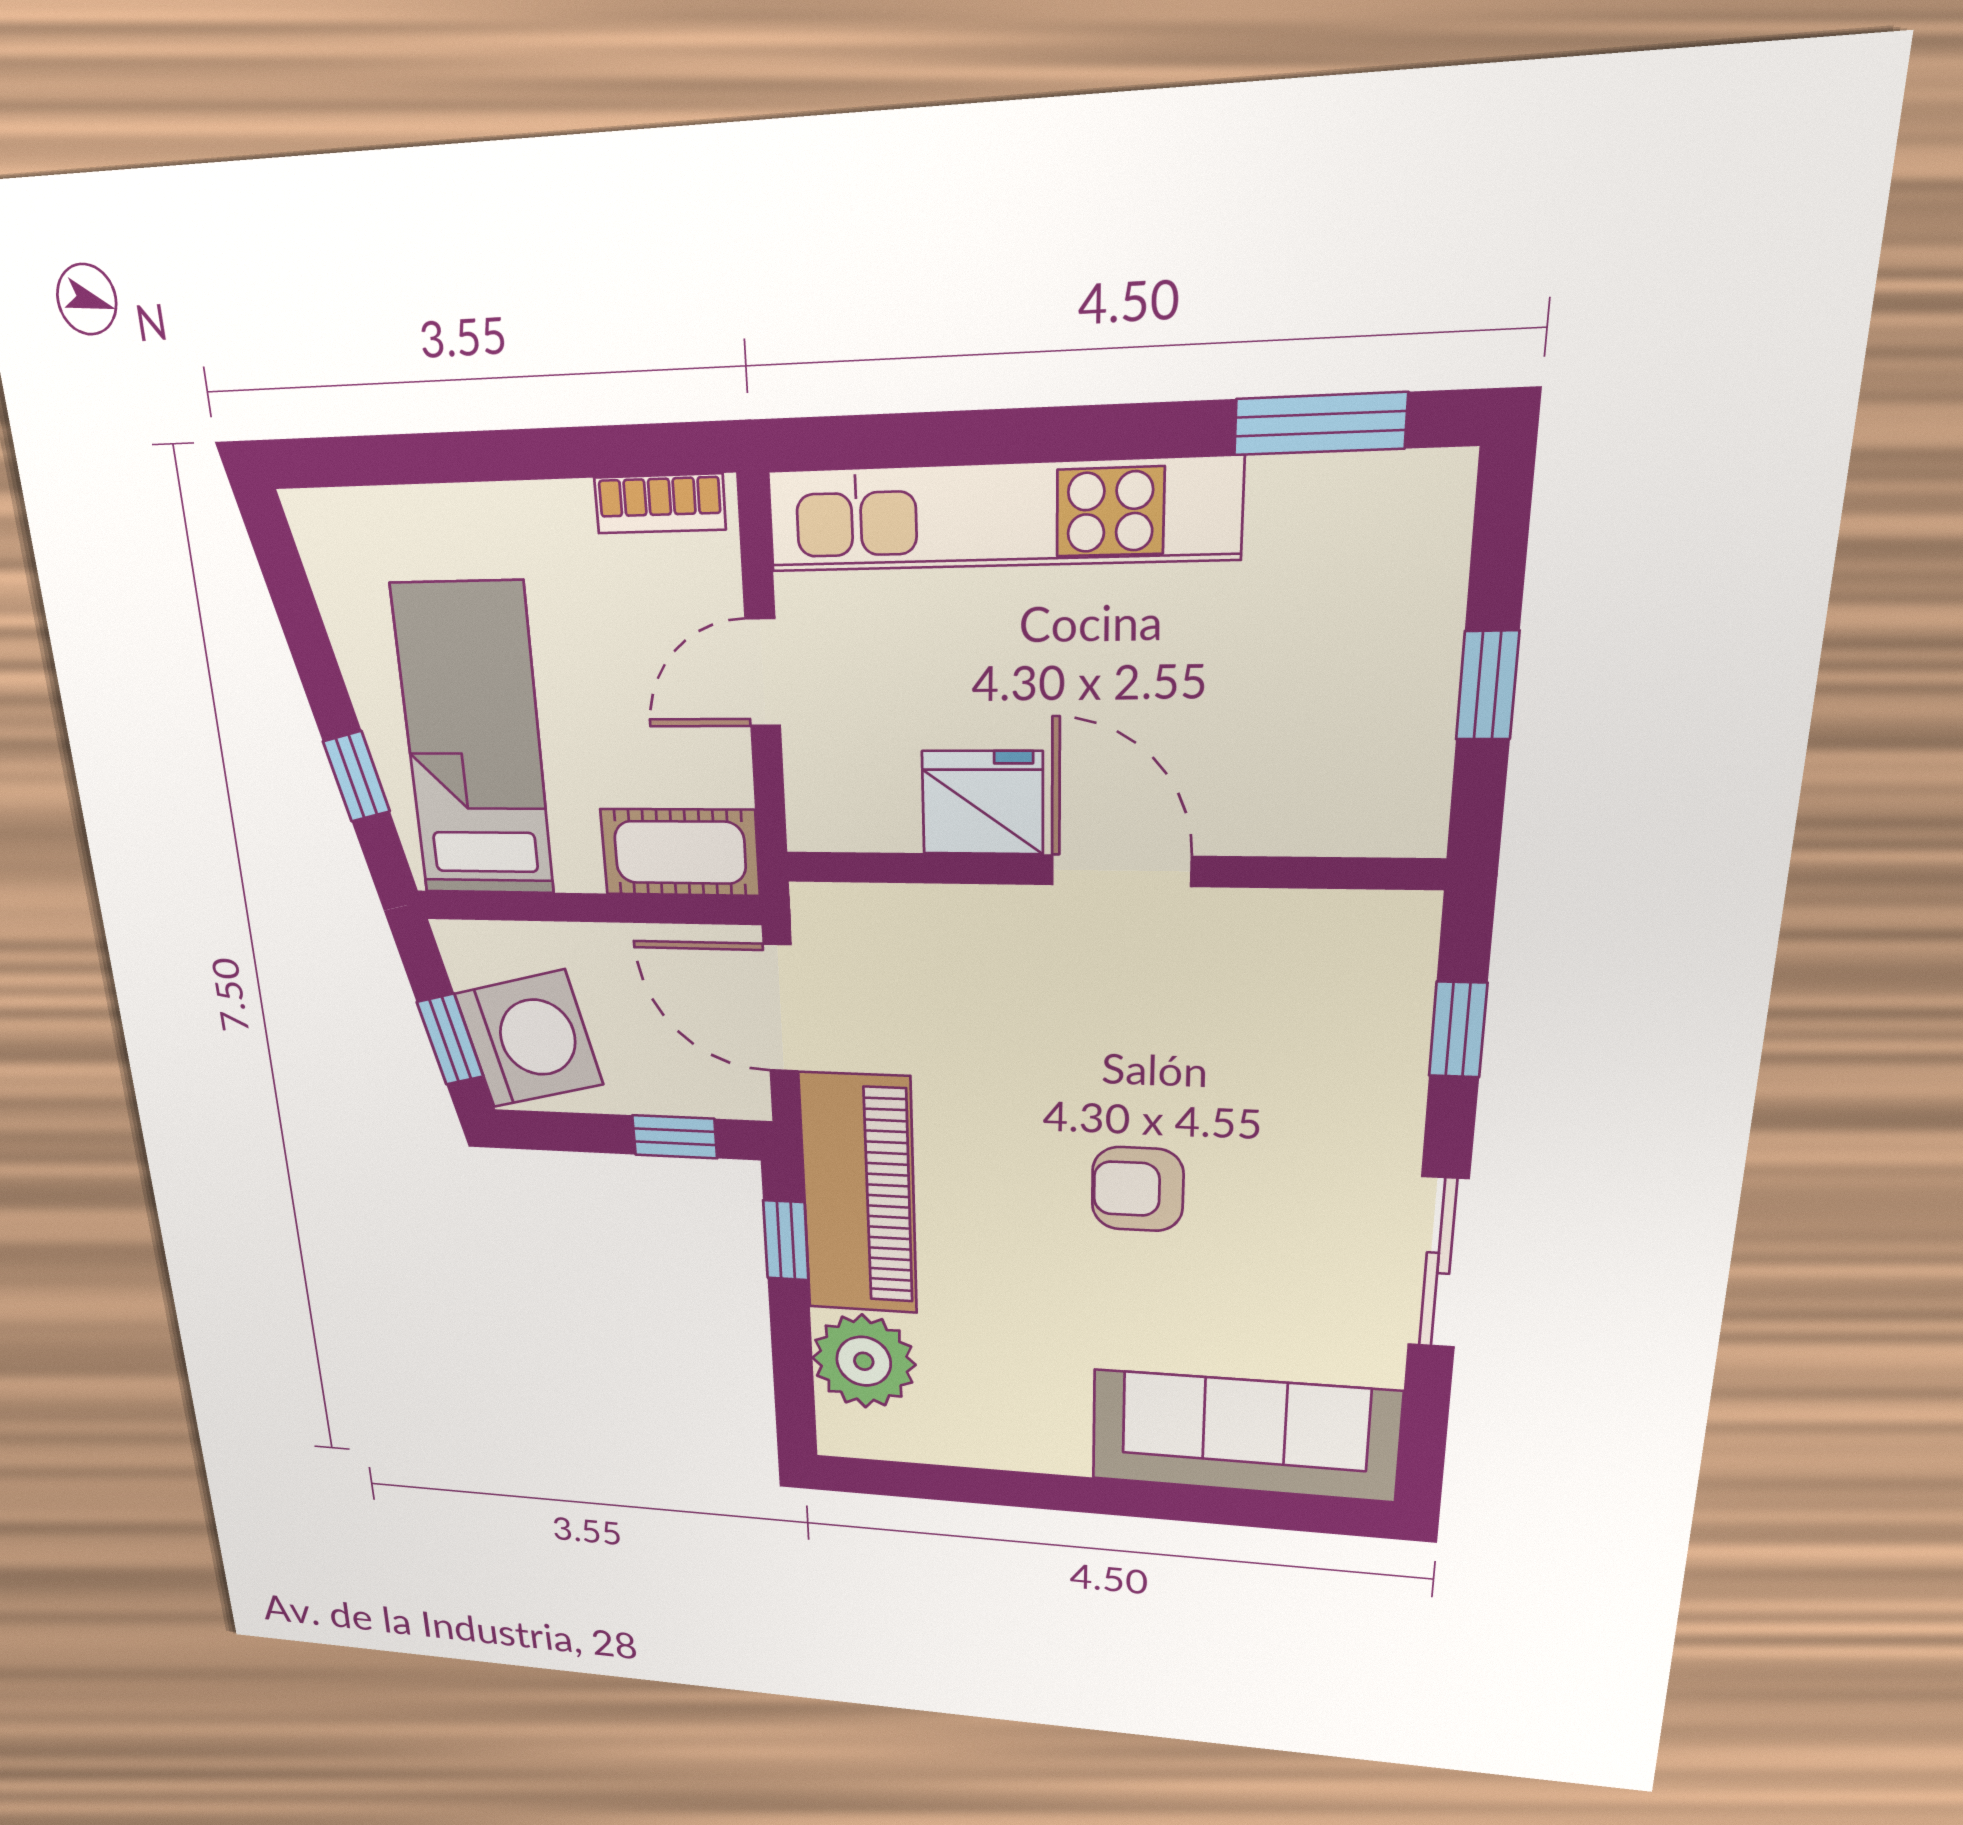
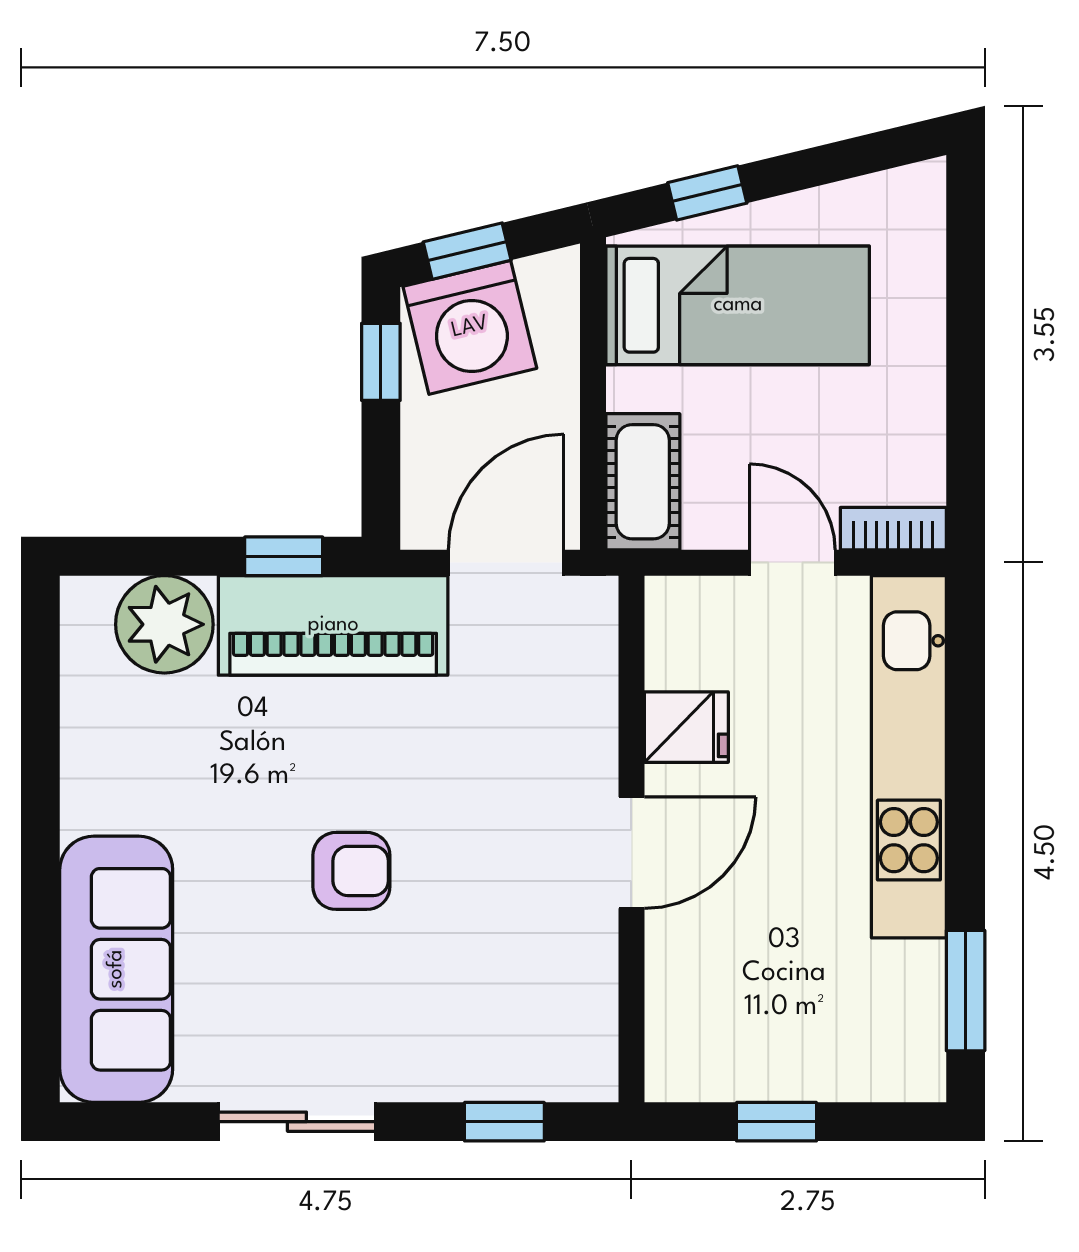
bookcase: (660, 504) -> (893, 529), moved, turned 90
fridge: (983, 803) -> (686, 727), width x0.72
window: (675, 1137) -> (381, 362), moved
armchair: (1138, 1189) -> (351, 871), turned 90

